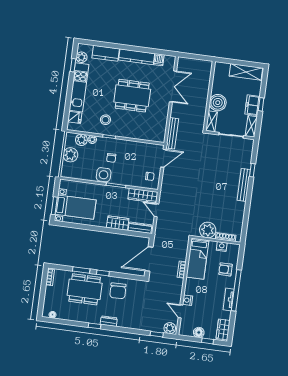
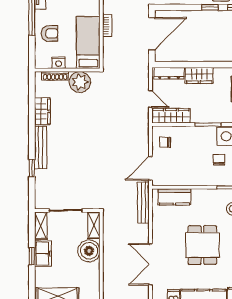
dining table: (132, 96) -> (202, 245), width x0.73
kitchen counter: (148, 135) -> (174, 197), added
wardrobe: (239, 212) -> (42, 111), added

